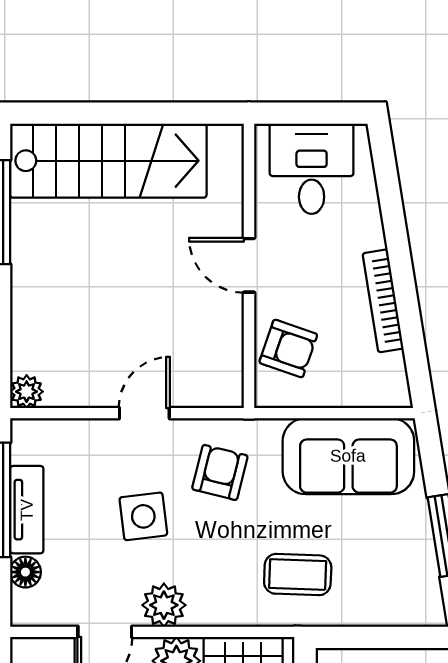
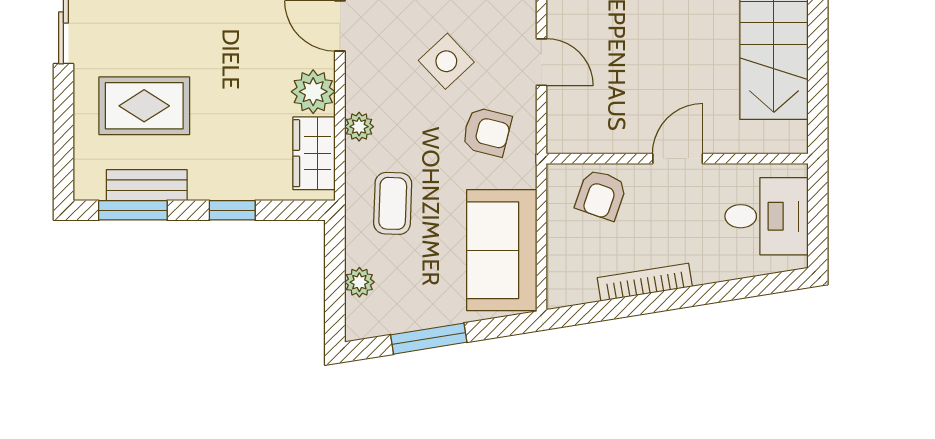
side table: (143, 516) -> (446, 61), turned -36
plant: (164, 605) -> (359, 127), moved, width x0.73, depth x0.73
plant: (383, 611) -> (359, 282), added

